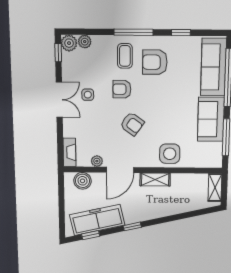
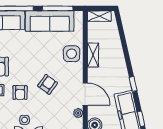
sofa: (211, 119) -> (50, 21), width x1.36
shelving: (155, 180) -> (93, 55), moved

